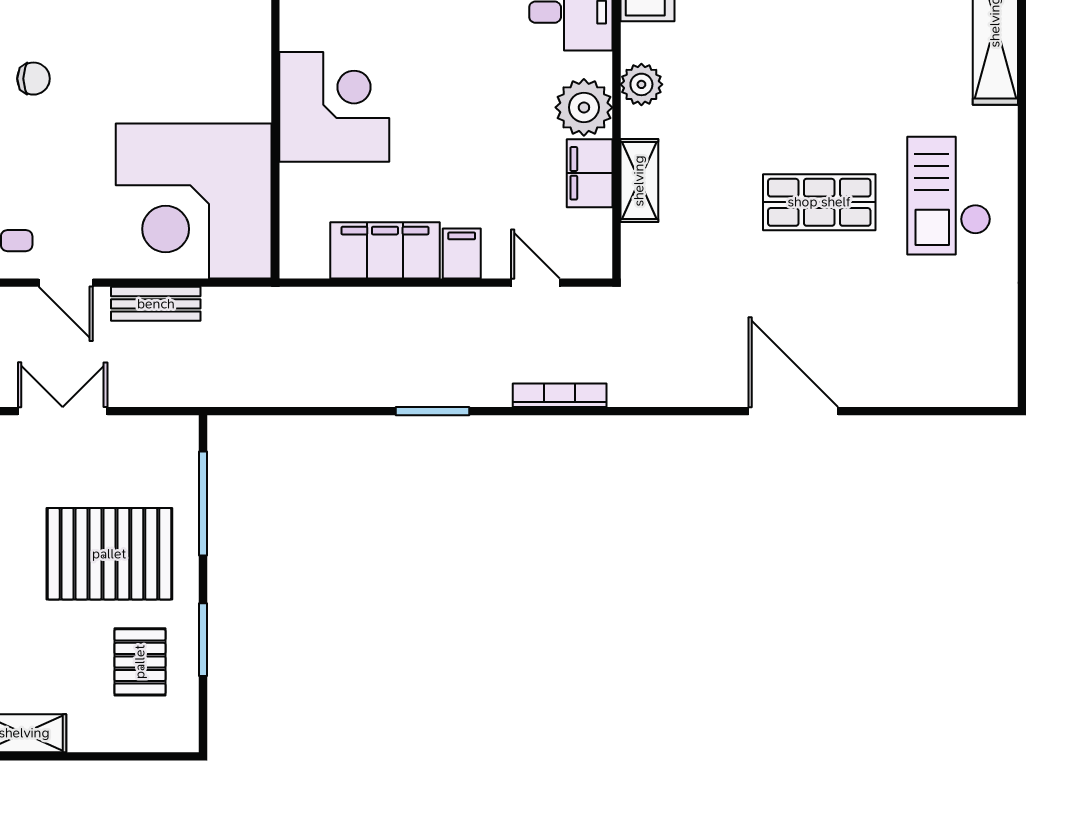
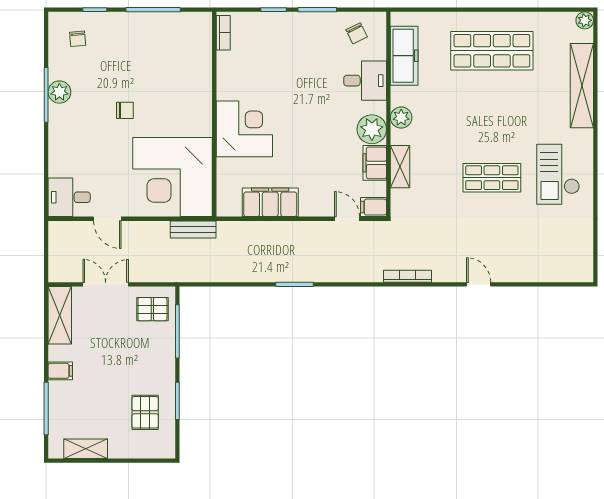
chair: (33, 79) -> (125, 110), moved
filing cabinet: (462, 254) -> (374, 207), moved, turned -90
bench: (156, 304) -> (193, 229), moved
bookcase: (560, 395) -> (407, 276), moved
door: (793, 411) -> (479, 284), width x0.53
pallet: (109, 554) -> (152, 309), moved, width x0.49, depth x0.50

